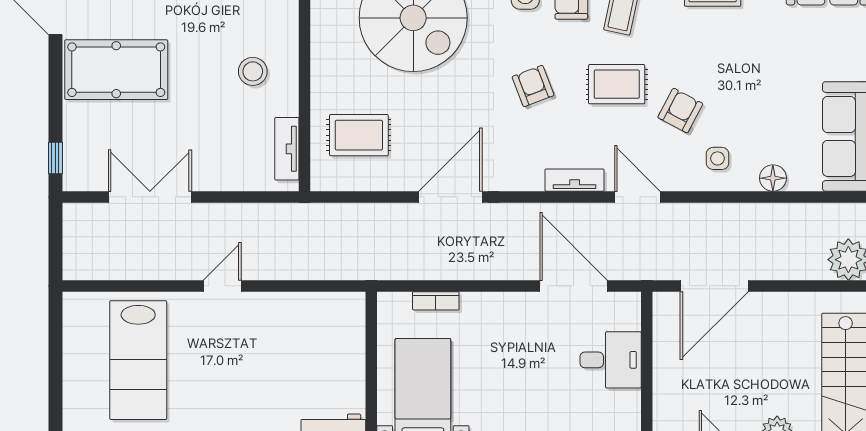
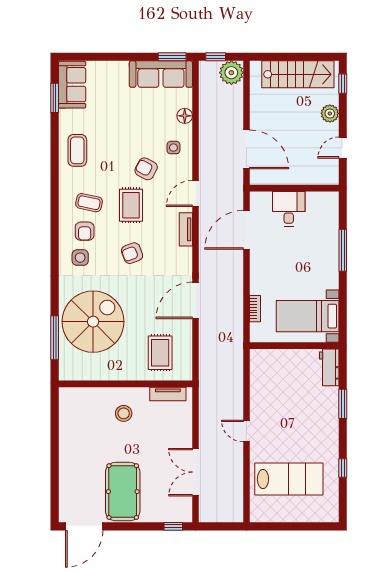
door: (450, 197) -> (196, 300), hinge flipped

